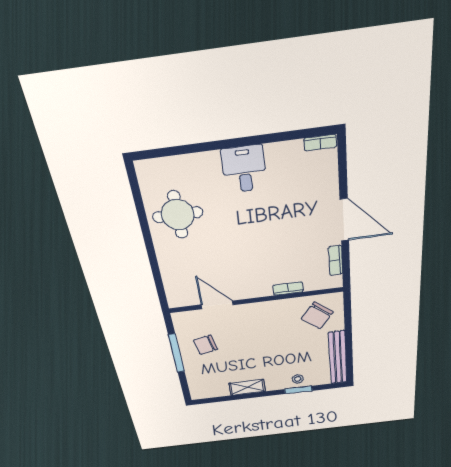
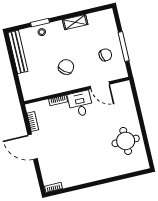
desk: (244, 169) -> (80, 104), moved, turned 180
chair: (317, 315) -> (66, 67), moved

